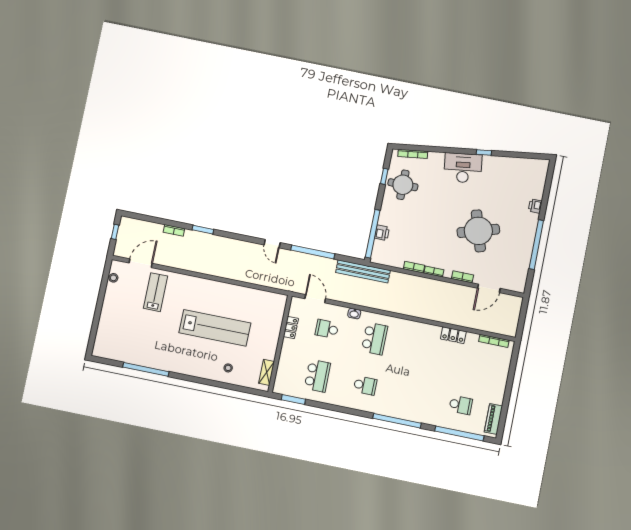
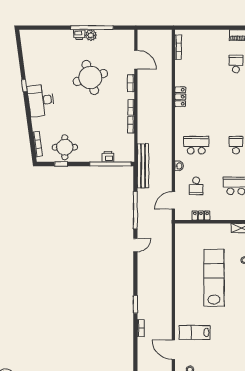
printer: (535, 206) -> (79, 35), moved
plant: (528, 242) -> (91, 35), added
locker: (453, 335) -> (180, 97), moved

